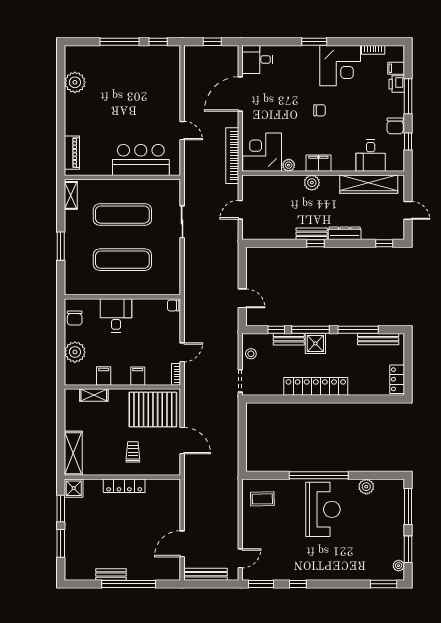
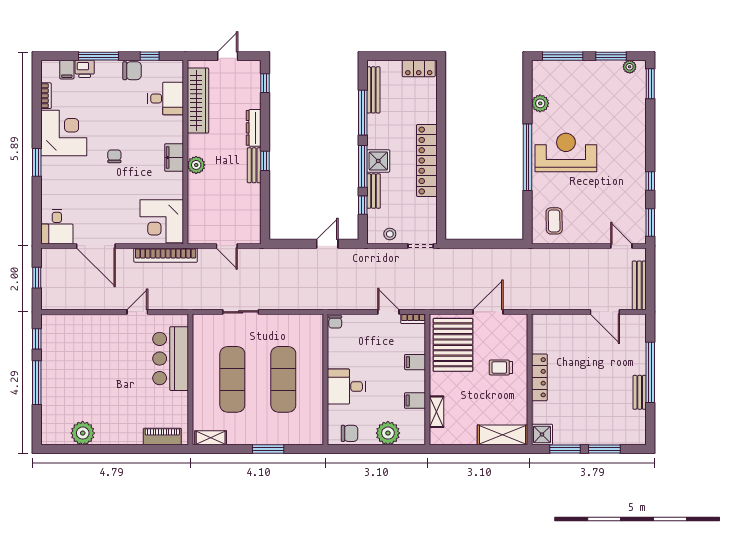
plant: (289, 165) -> (176, 191), removed

